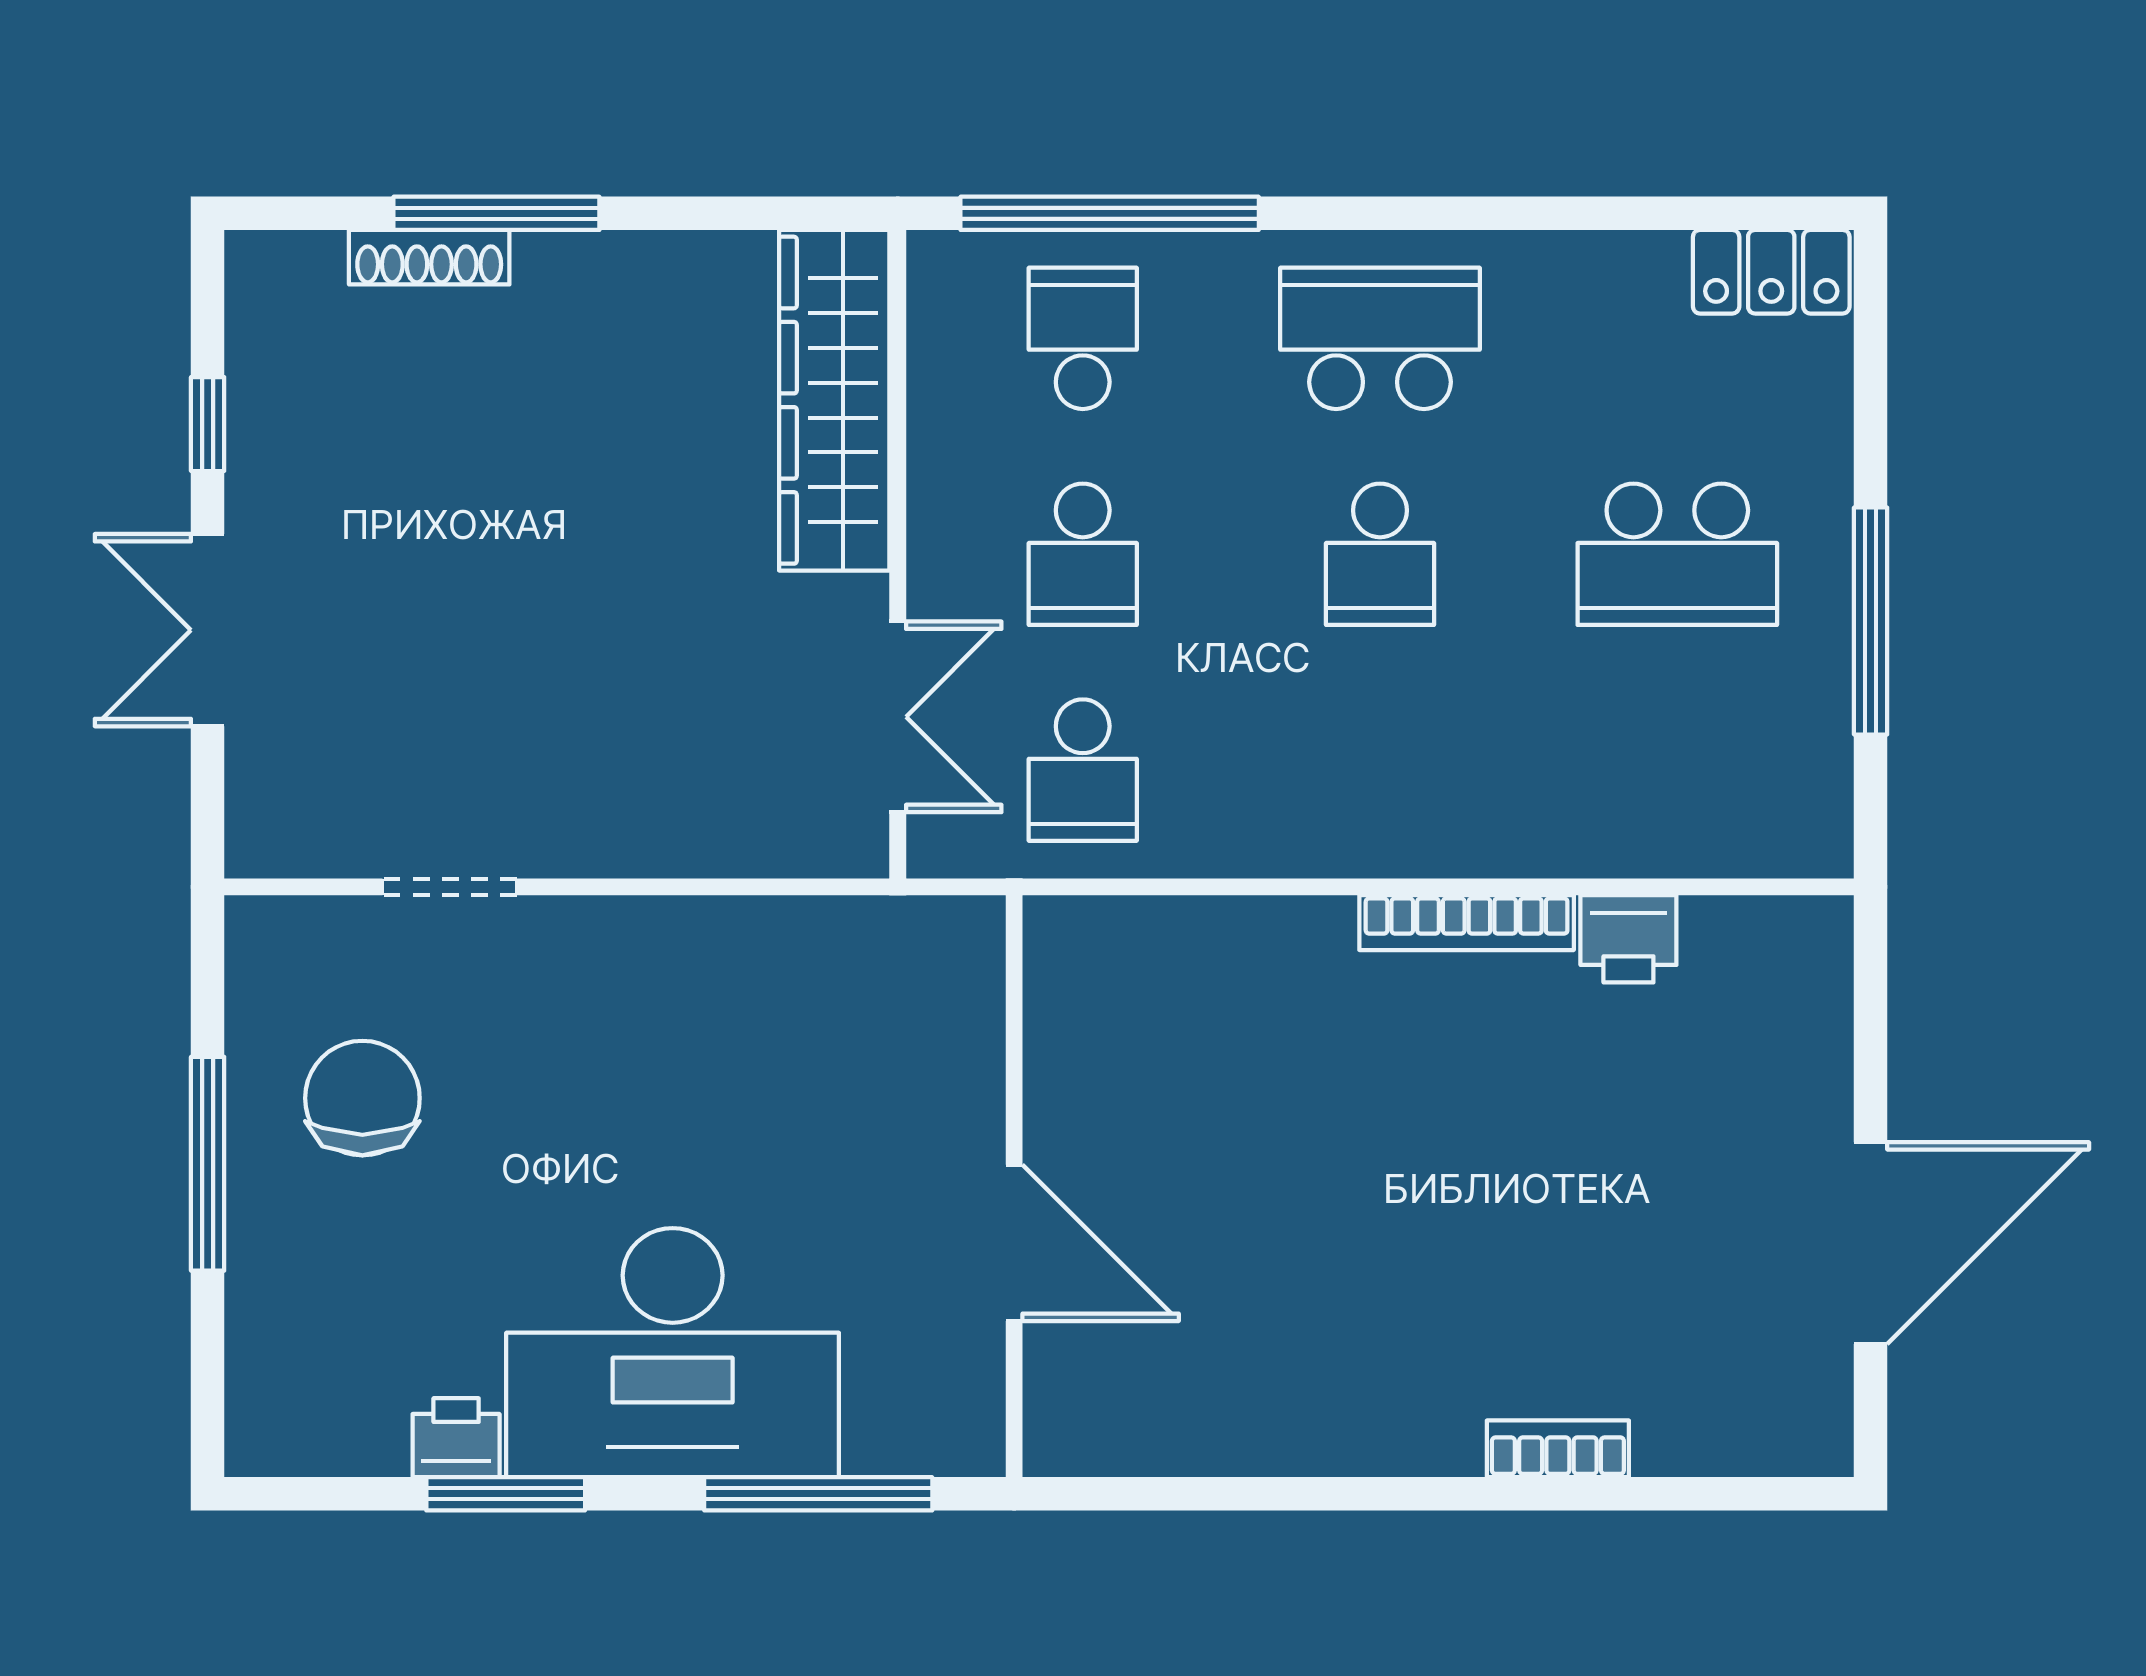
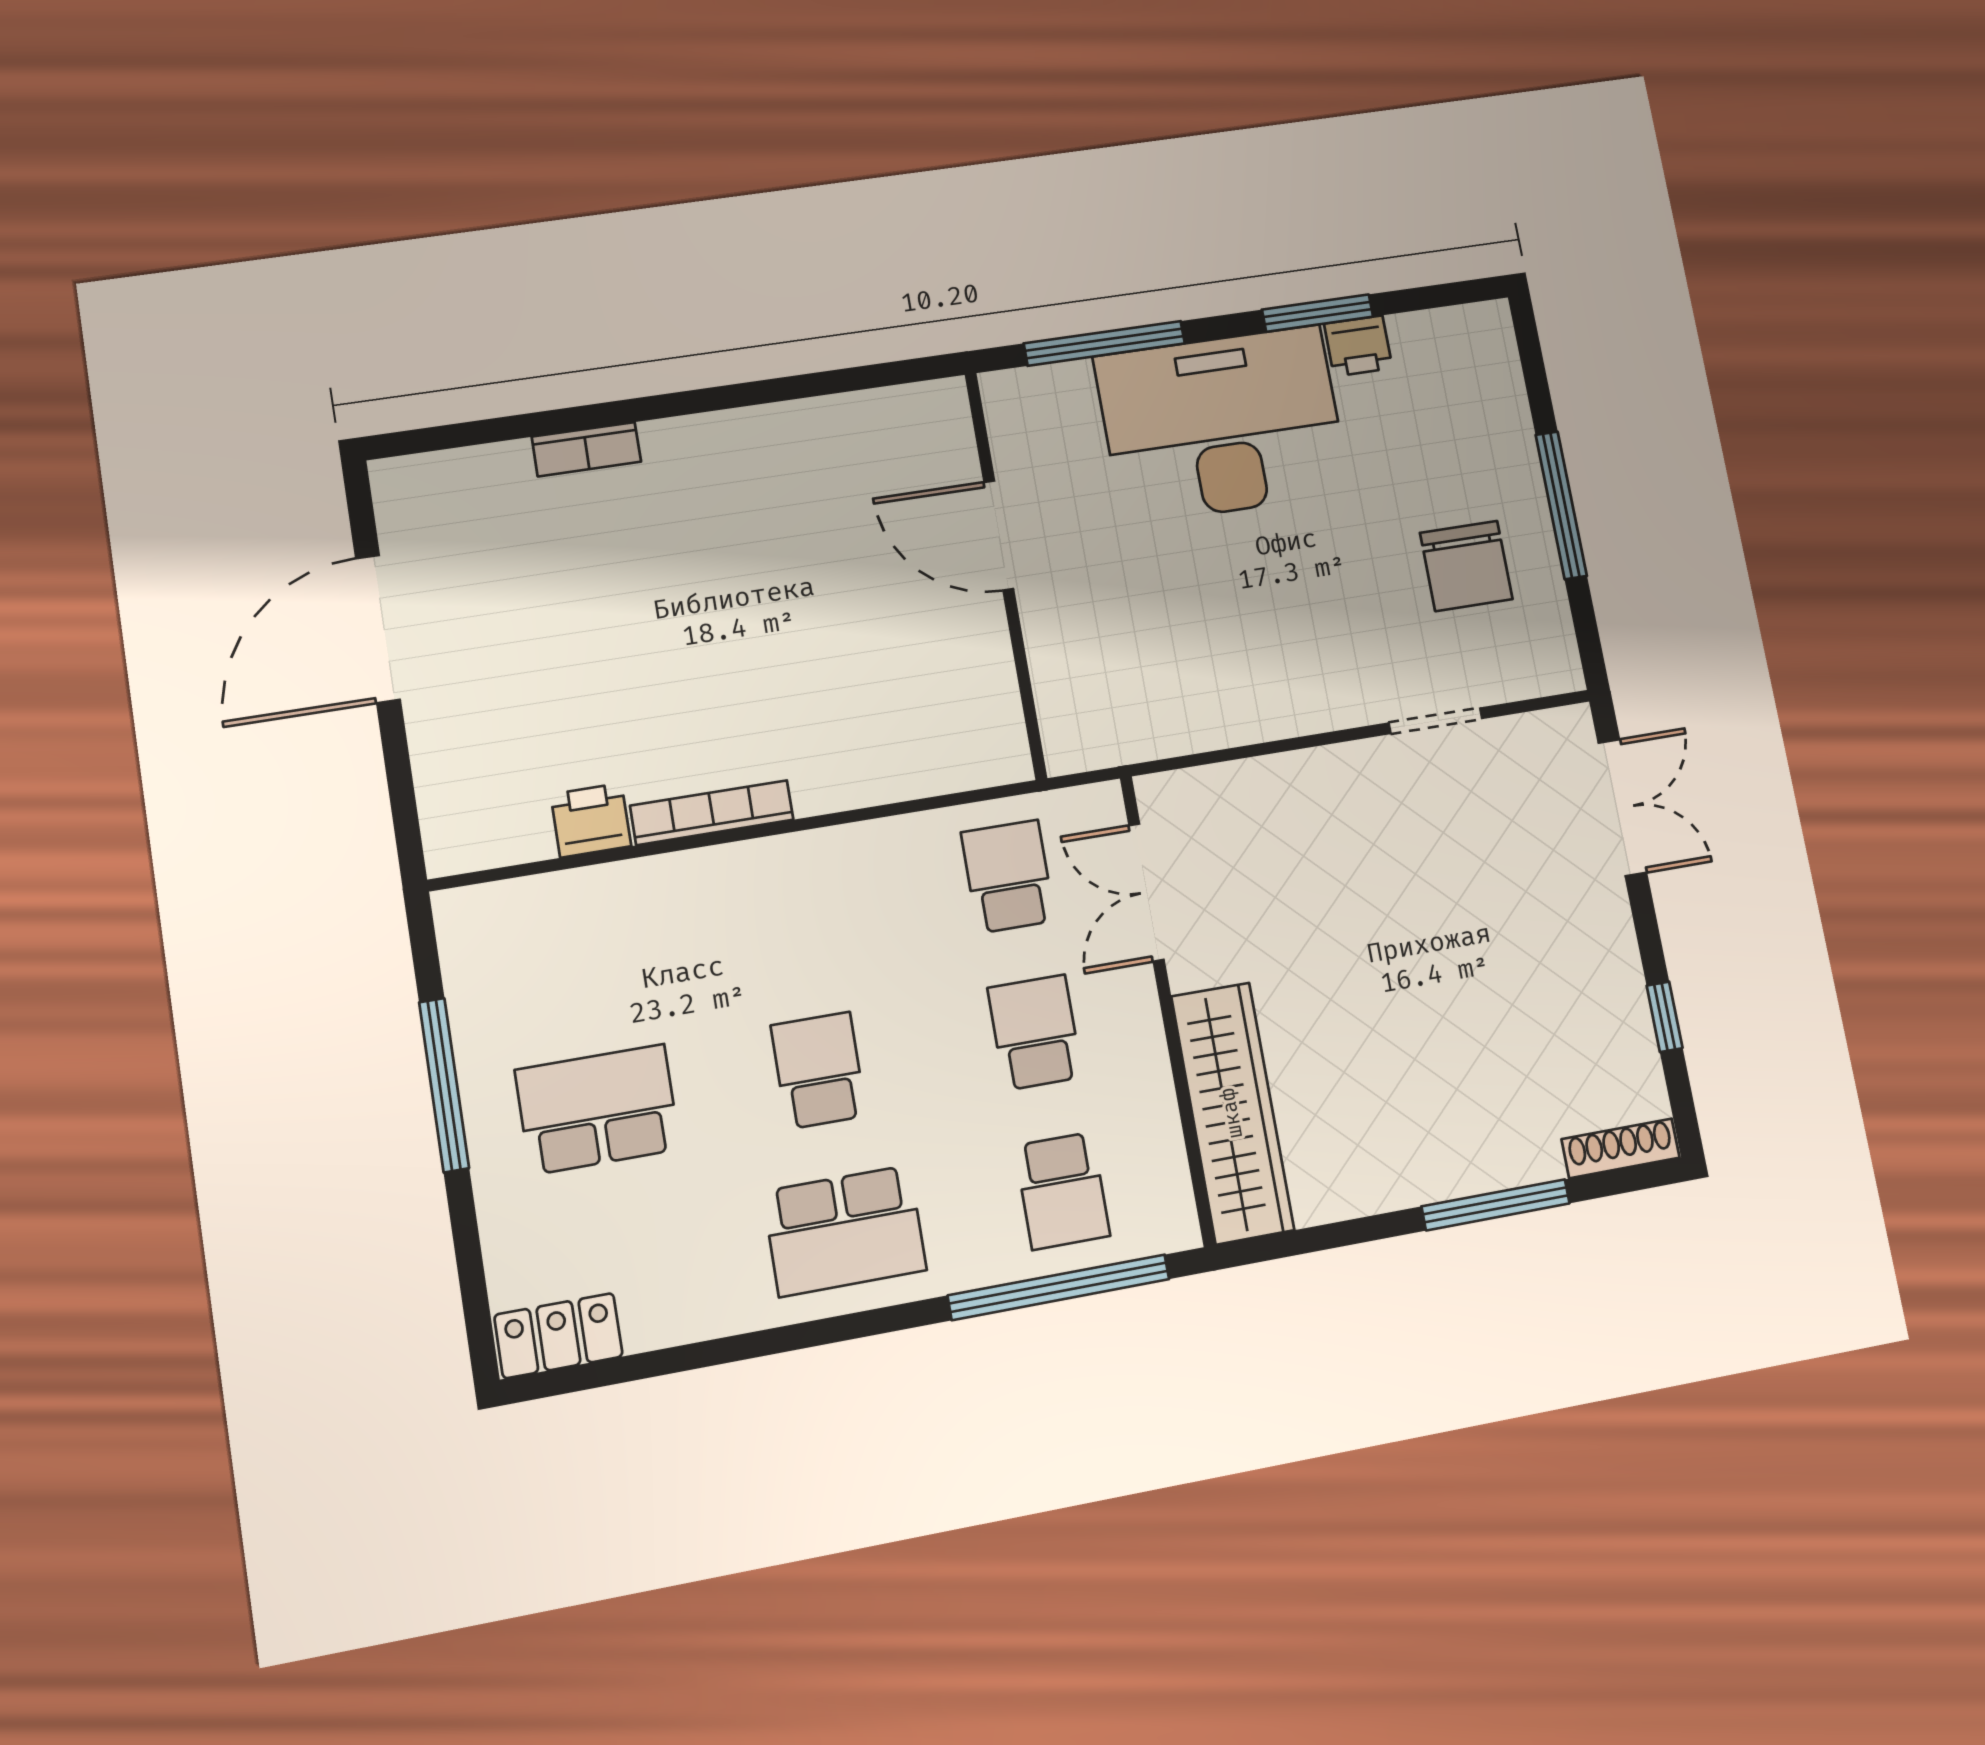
shoe rack: (429, 257) -> (1621, 1148), moved
double door: (208, 630) -> (1622, 807), moved

